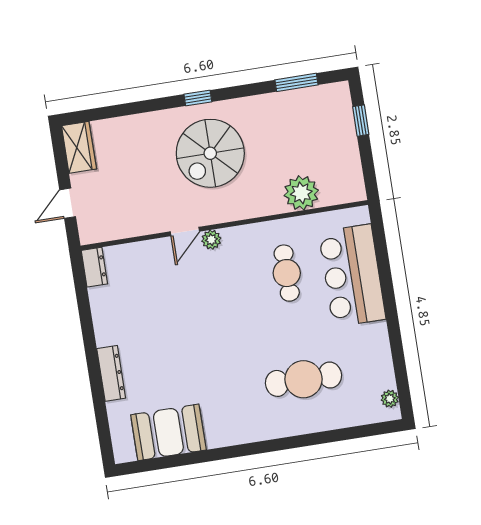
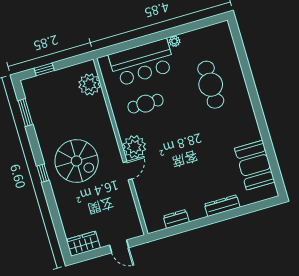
plant: (301, 193) -> (89, 84), moved
door: (185, 231) -> (128, 171), hinge flipped
plant: (211, 240) -> (134, 147), width x1.87, depth x1.87
dresser: (94, 267) -> (176, 219), moved
plant: (390, 399) -> (175, 41), moved

